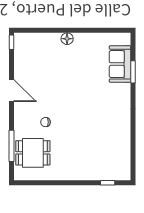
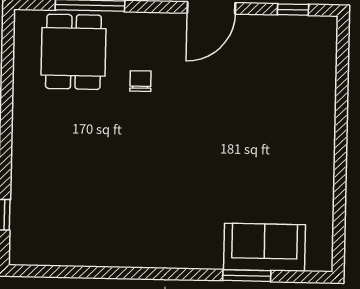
floor lamp: (67, 39) -> (323, 132), removed
window: (12, 42) -> (293, 10), moved

